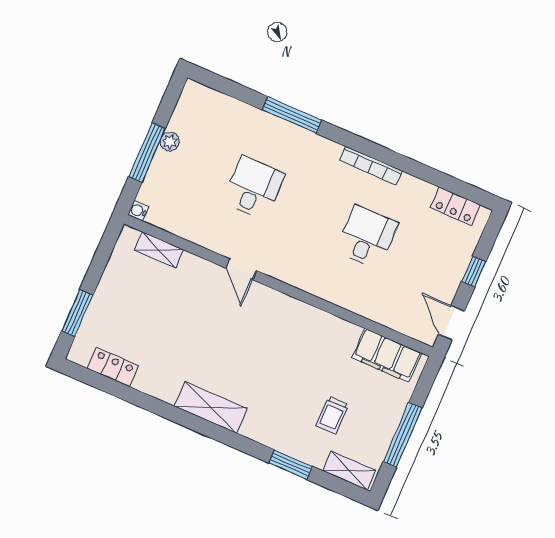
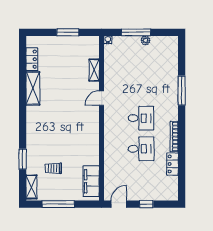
desk: (254, 188) -> (141, 118), moved
locker: (456, 206) -> (172, 164), moved
shelving: (159, 250) -> (94, 70), moved
window: (77, 313) -> (68, 32), moved
shelving: (211, 407) -> (33, 88), moved

